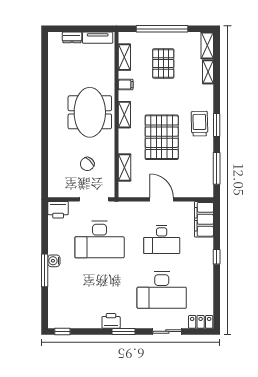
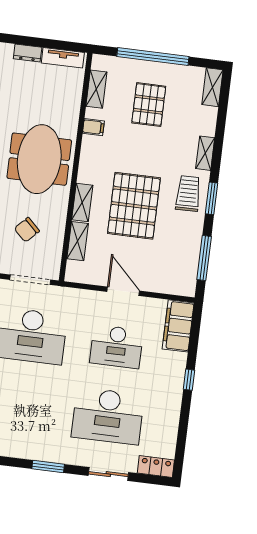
shelving: (208, 72) -> (205, 153), moved
shelving: (124, 115) -> (82, 203), moved
printer: (111, 321) -> (33, 450), removed

